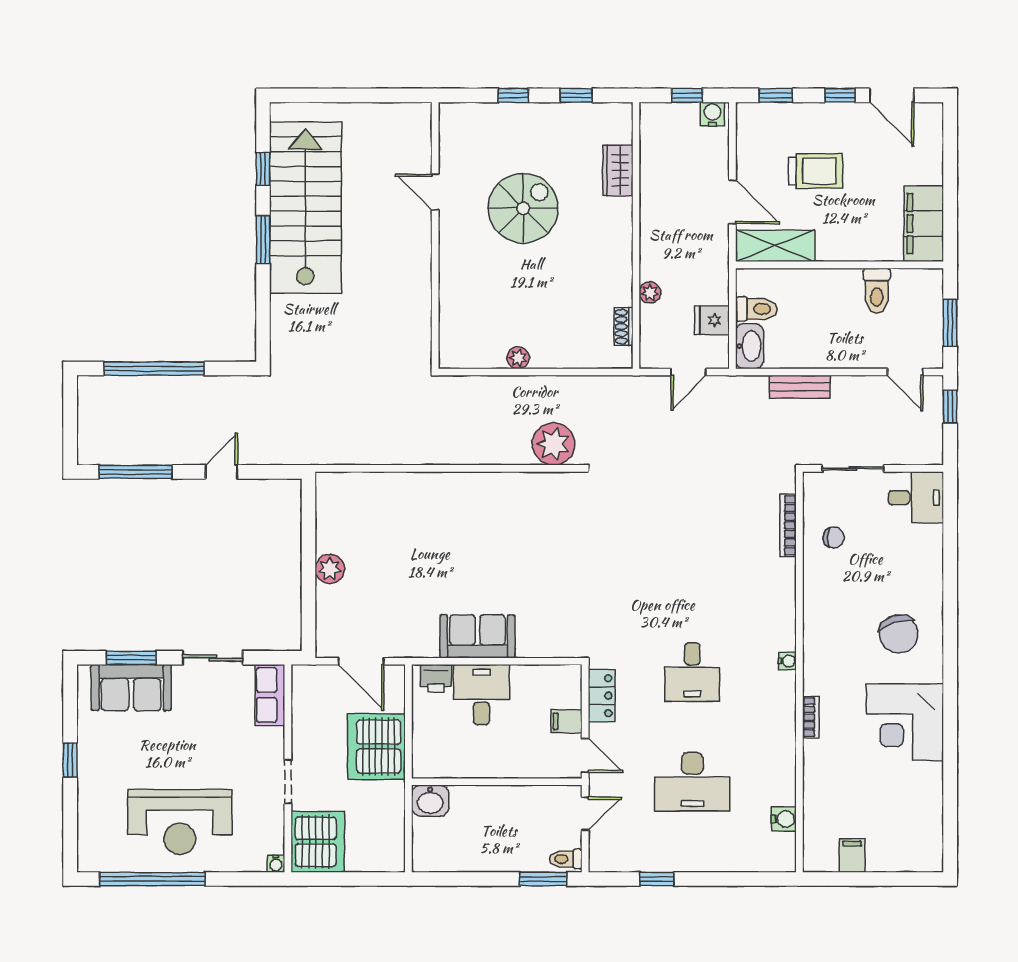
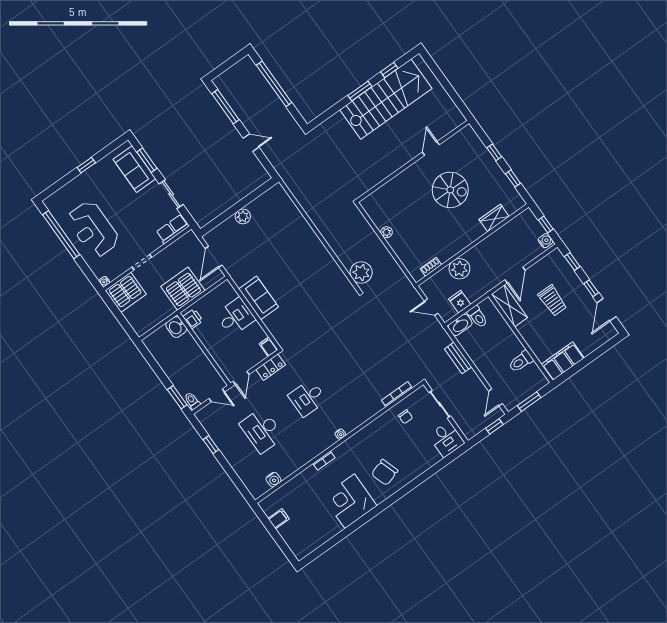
plant: (650, 293) -> (459, 269), width x1.87, depth x1.87
printer: (436, 678) -> (193, 319), moved, turned 180
filing cabinet: (566, 721) -> (268, 347), moved

